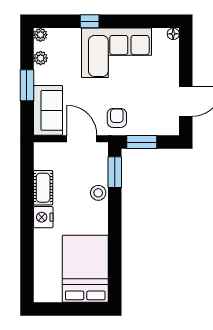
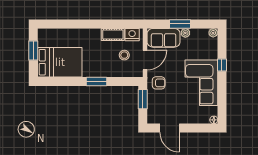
plant: (41, 58) -> (185, 33), moved
window: (115, 172) -> (97, 81), moved
stool: (98, 193) -> (124, 55), moved
nightstand: (43, 217) -> (132, 35), moved
window: (67, 309) -> (33, 50), added

